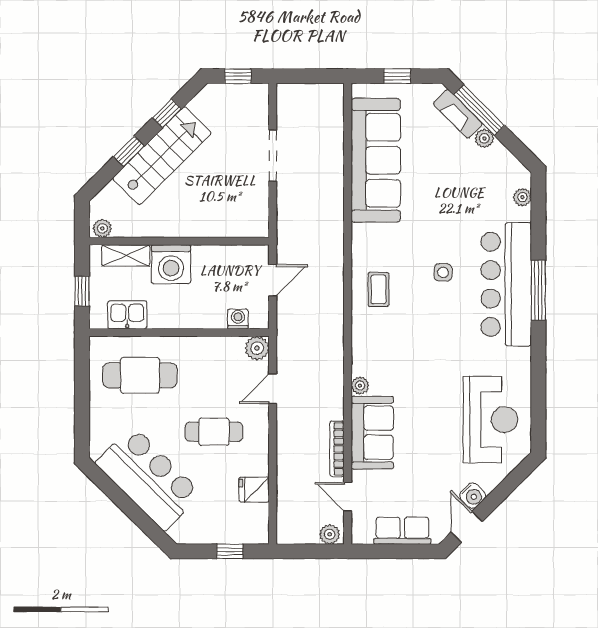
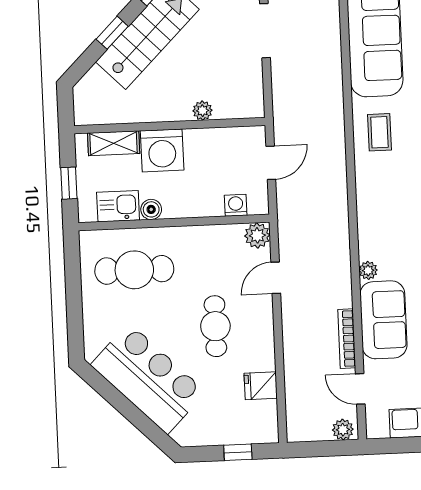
plant: (102, 228) -> (203, 111), moved
coffee table: (378, 289) -> (379, 132), moved
boiler: (158, 319) -> (151, 209), added
cafe table: (214, 432) -> (215, 326), turned 90

